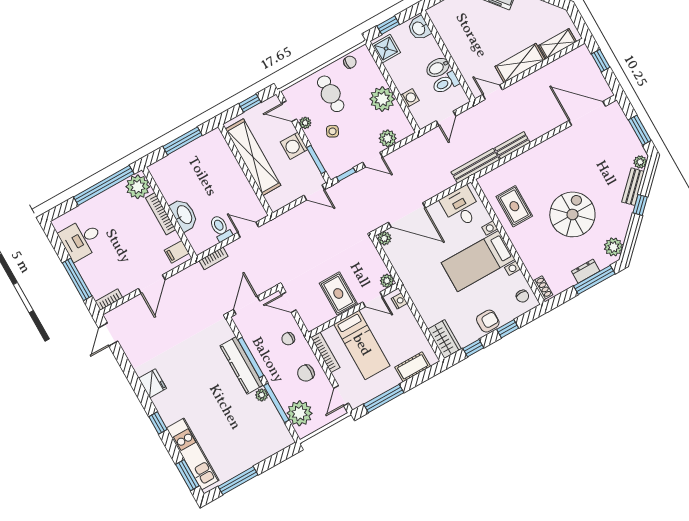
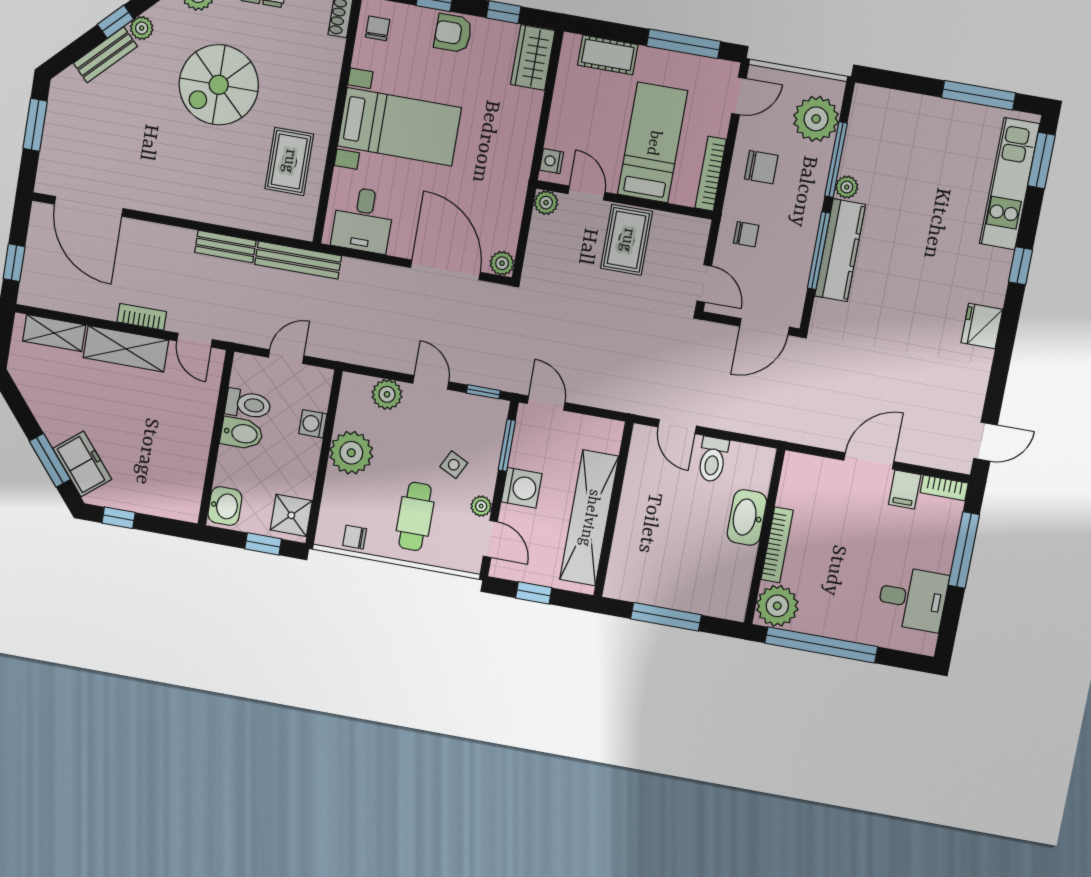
plant: (640, 162) -> (142, 28), moved
filing cabinet: (177, 252) -> (905, 489), moved, turned 90
bookcase: (214, 258) -> (142, 317), moved

